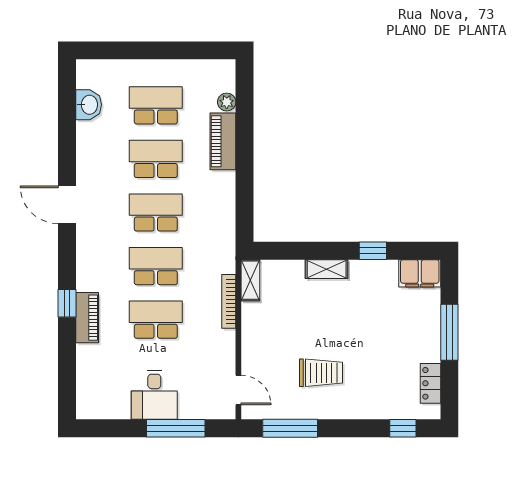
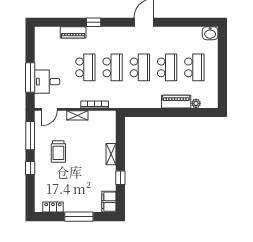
washbasin: (89, 105) -> (210, 33), moved
shelving: (250, 280) -> (77, 115), moved
piano: (87, 318) -> (73, 32), moved
desk: (154, 395) -> (47, 82), moved
window: (403, 428) -> (30, 168), moved

